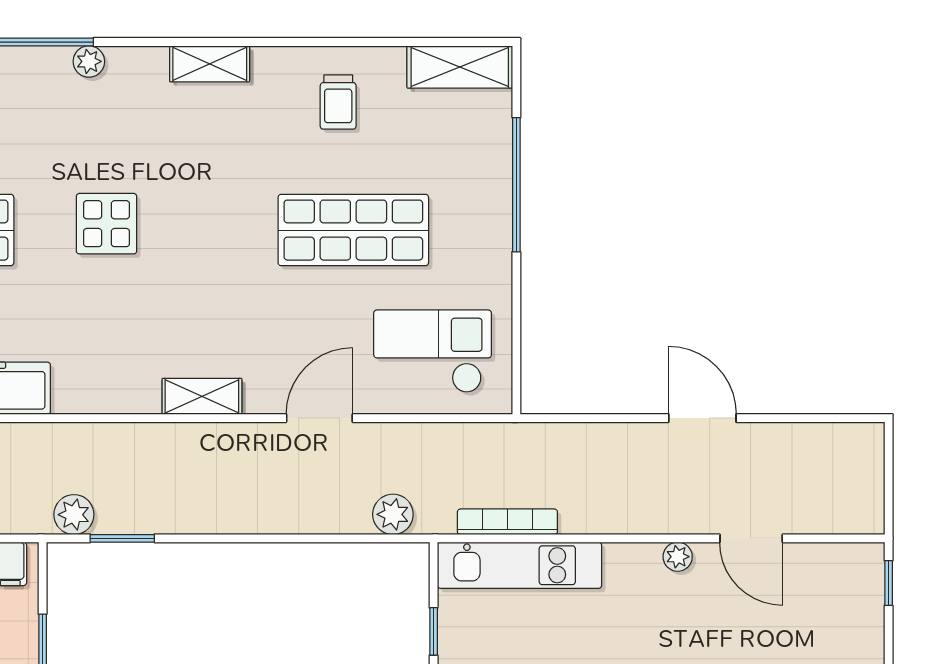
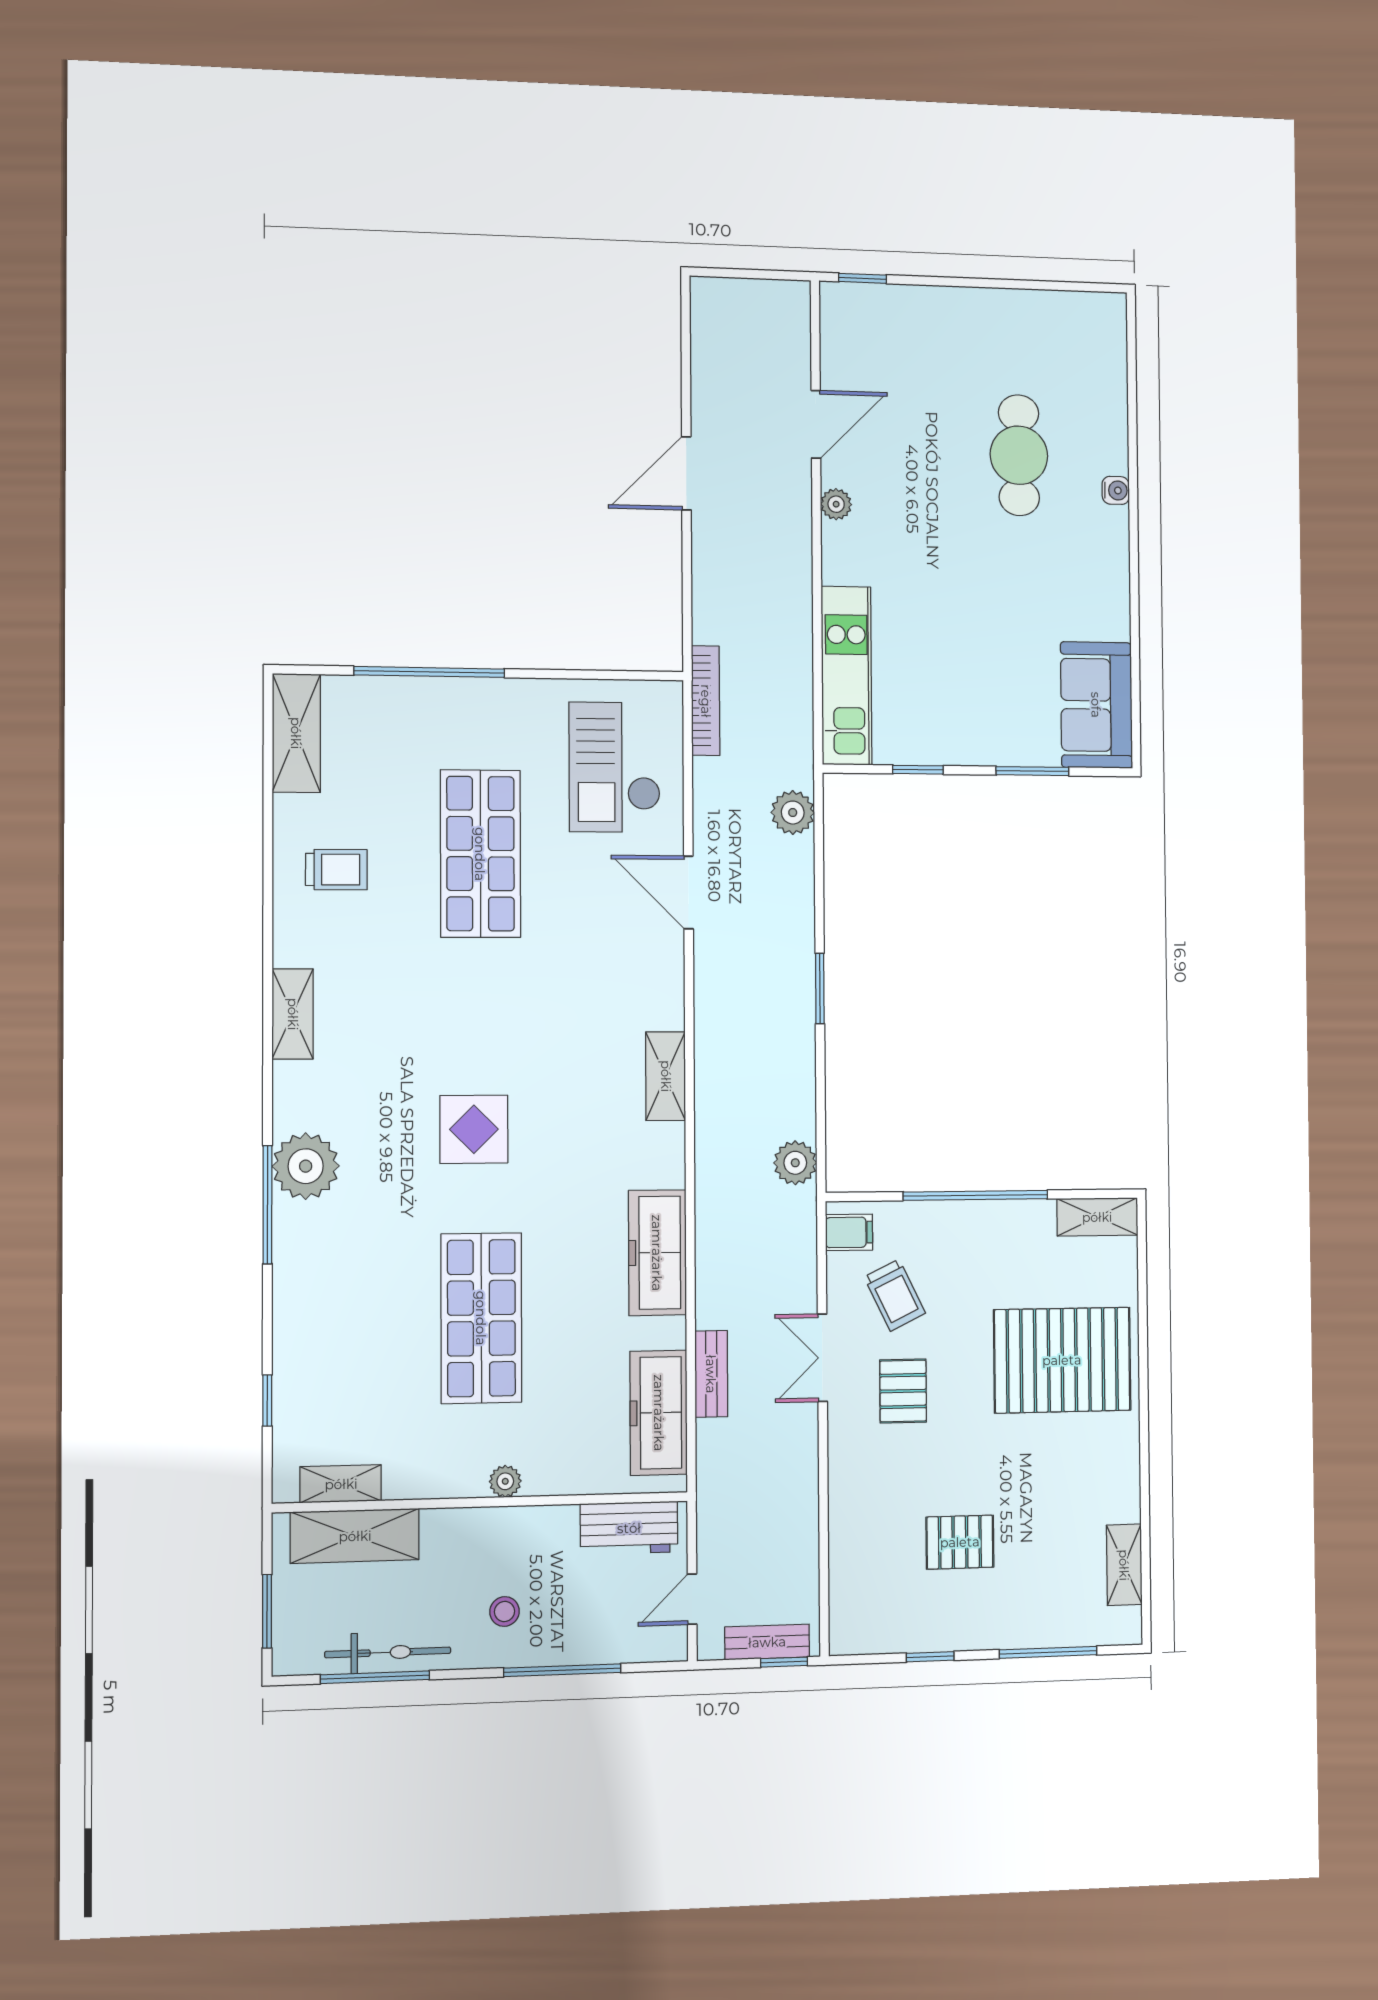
plant: (89, 61) -> (306, 1166), width x1.87, depth x1.87
shelving: (202, 396) -> (666, 1076), moved
bookcase: (507, 522) -> (706, 701), moved, turned 180
window: (122, 538) -> (820, 989), moved

